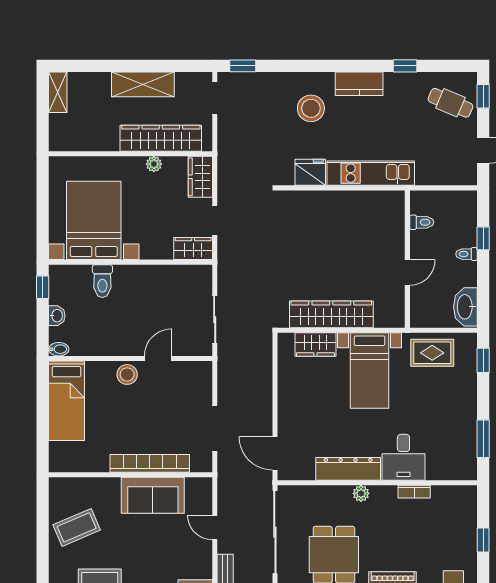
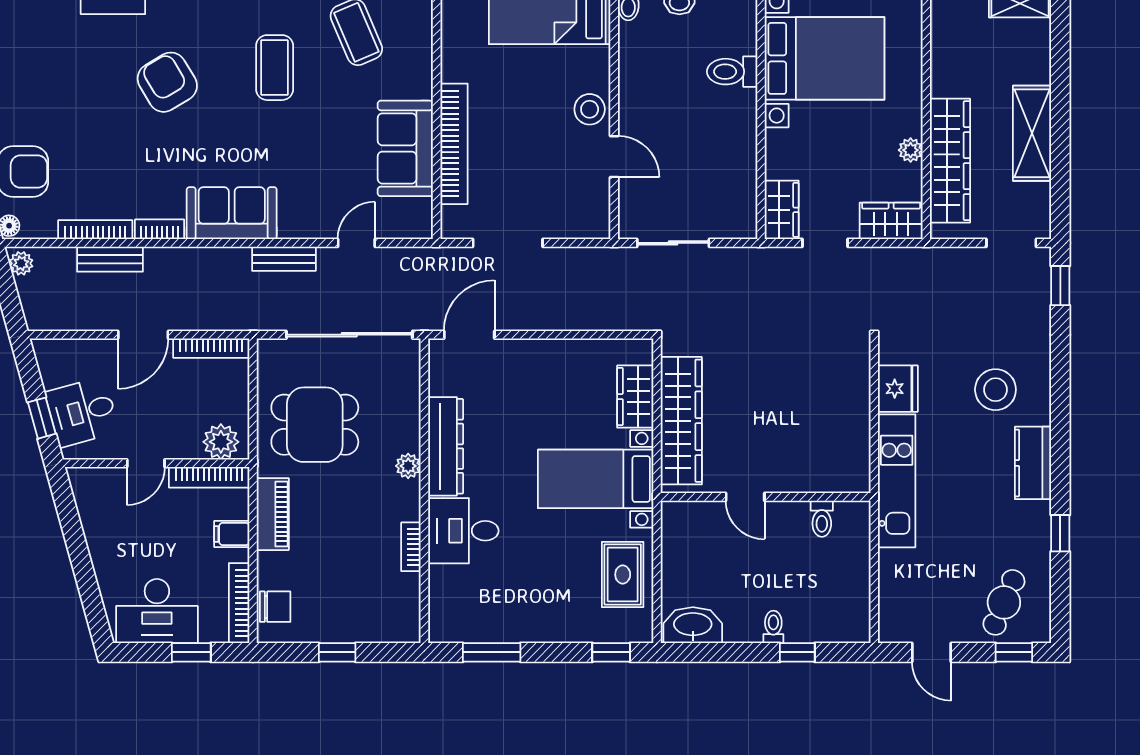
toilet: (422, 222) -> (822, 519), moved
wall: (407, 259) -> (766, 497), moved
door: (407, 273) -> (745, 497), moved

